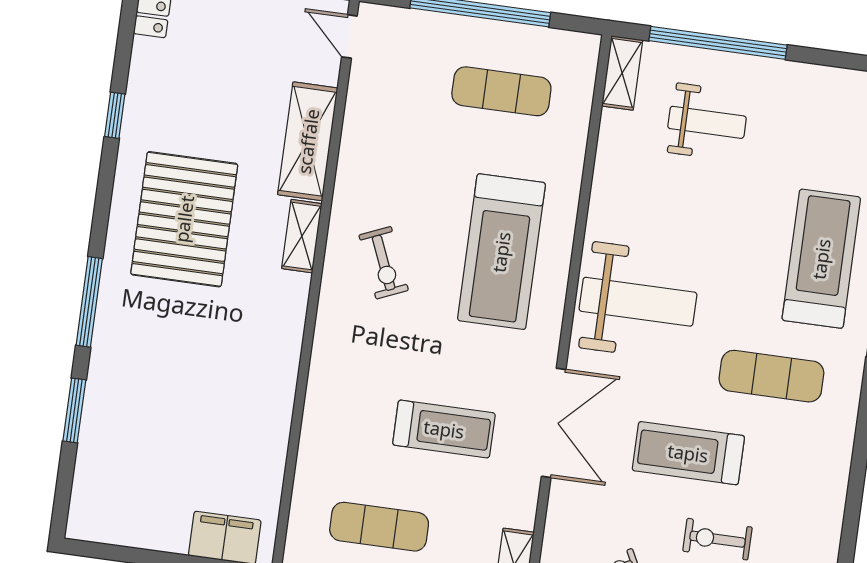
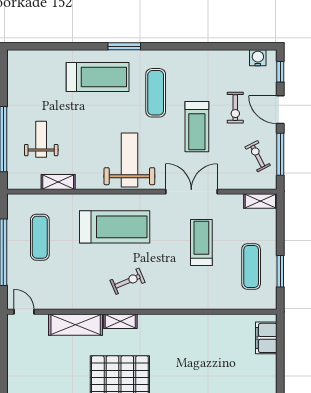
door: (349, 36) -> (24, 312), swing flipped
shelving: (622, 73) -> (58, 182), moved
treadmill: (821, 259) -> (98, 77), turned 180

